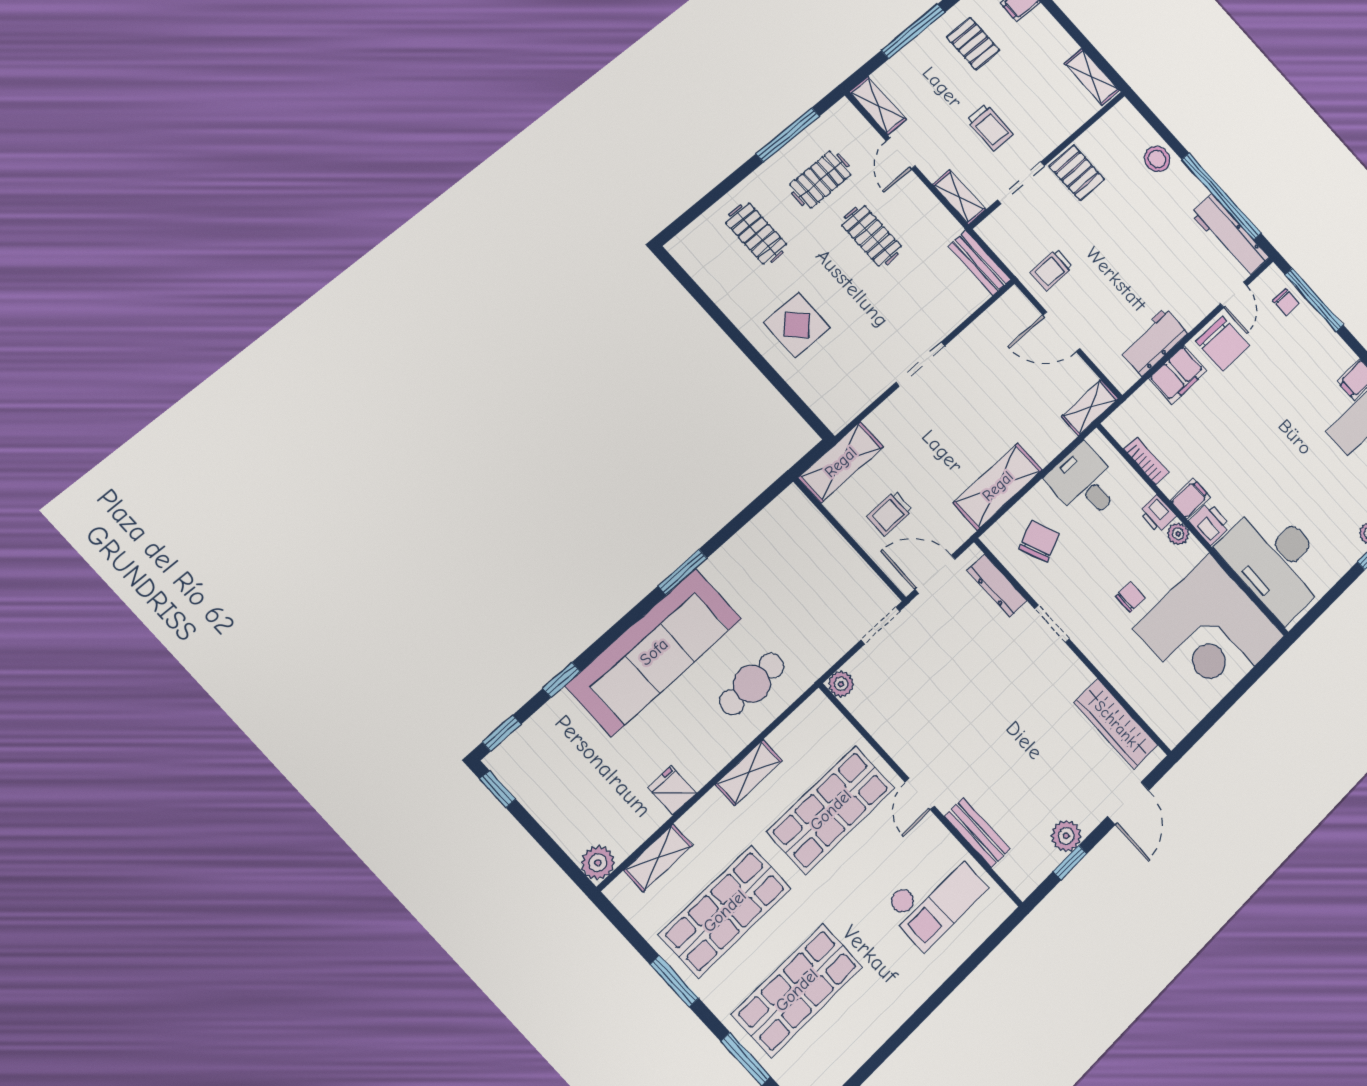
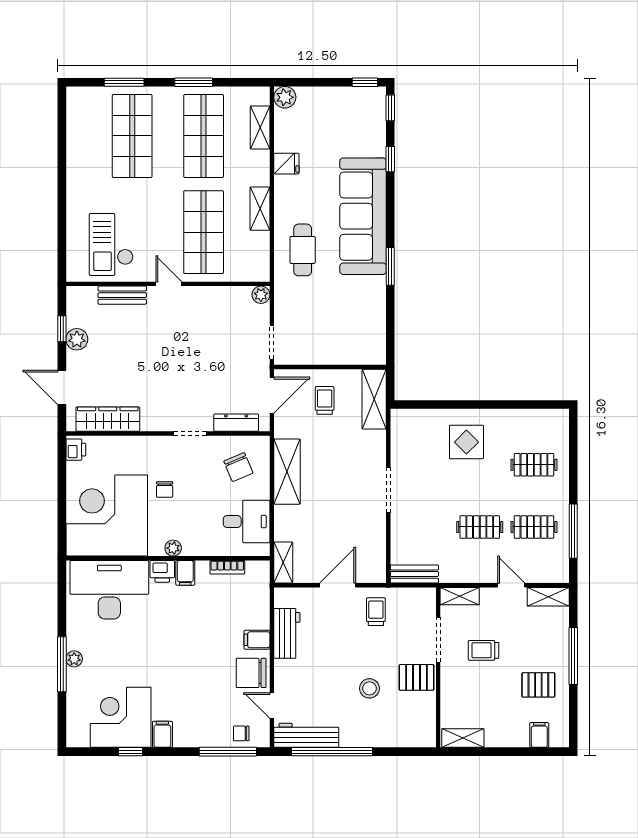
stool: (1157, 159) -> (369, 688), moved
clothes rail: (821, 180) -> (534, 527), turned 90
filing cabinet: (1178, 375) -> (257, 640), width x0.50
printer: (1157, 514) -> (76, 450), moved, turned 90

